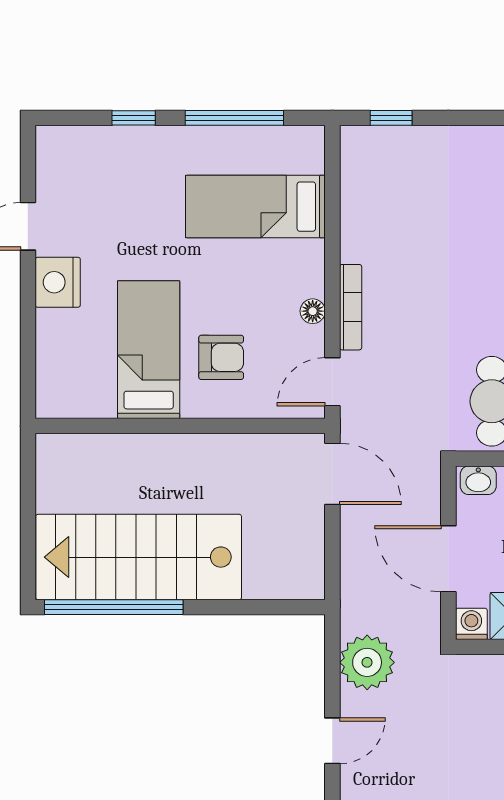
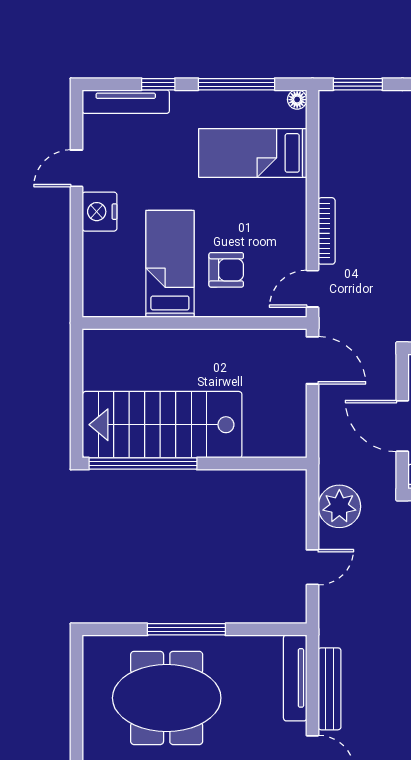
window: (391, 118) -> (358, 84), width x1.50
tv unit: (92, 140) -> (126, 102), added
floor lamp: (313, 311) -> (297, 100), moved

